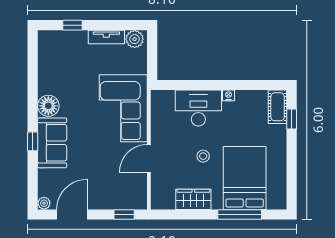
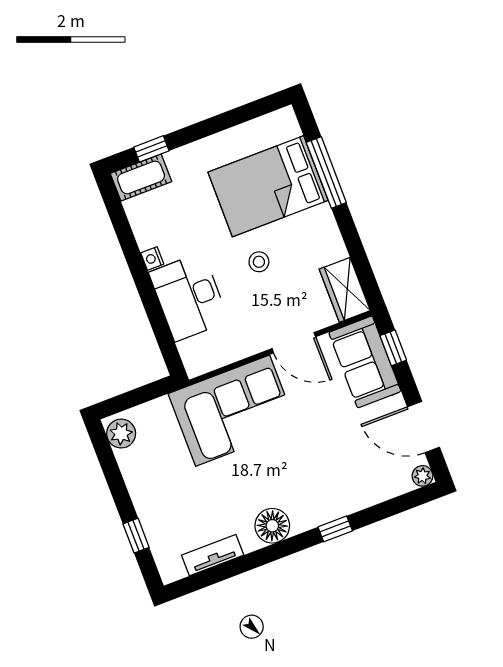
tv unit: (106, 37) -> (213, 555), moved, turned -90
sofa: (52, 143) -> (365, 362), moved, turned -90
wardrobe: (193, 199) -> (345, 290), moved

